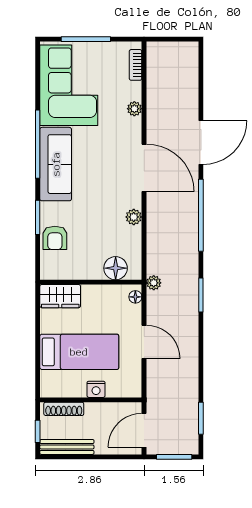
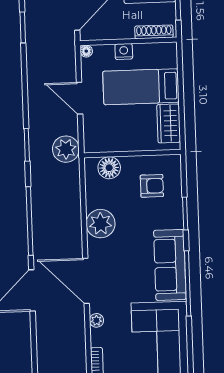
door: (144, 168) -> (86, 281), moved
plant: (134, 217) -> (101, 224), width x1.87, depth x1.87
armchair: (55, 238) -> (152, 186), moved, turned 90
plant: (154, 283) -> (66, 149), width x1.87, depth x1.87
wardrobe: (60, 296) -> (169, 123), moved, turned -90
floor lamp: (135, 297) -> (86, 51), moved

